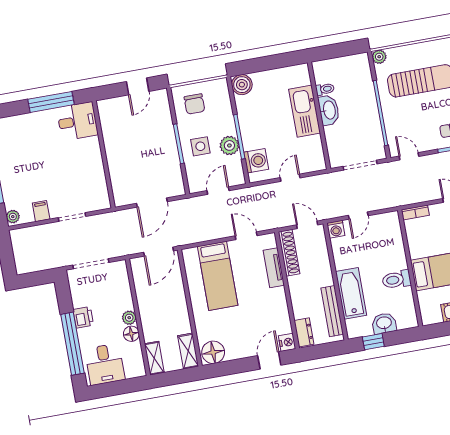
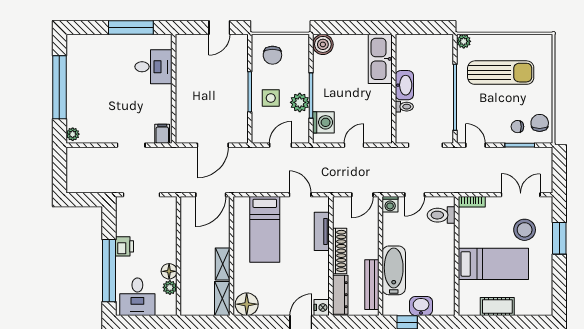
toilet: (325, 89) -> (404, 107), moved
kitchen sink: (305, 111) -> (380, 59), moved
desk: (77, 121) -> (153, 67), moved
filing cabinet: (41, 211) -> (162, 134), moved
door: (307, 225) -> (362, 195), swing flipped
shoe rack: (289, 253) -> (340, 251), moved
toilet: (396, 280) -> (441, 215), moved
plant: (129, 318) -> (170, 287), moved
dresser: (304, 332) -> (340, 295), width x1.44
shelving: (154, 358) -> (223, 264), moved

